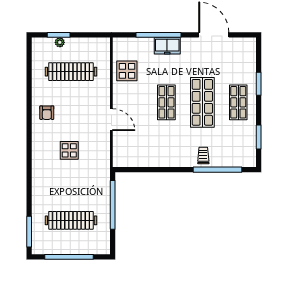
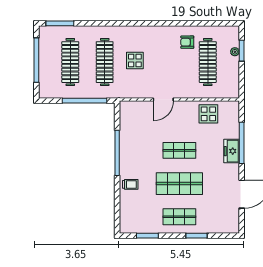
armchair: (47, 113) -> (187, 42), moved
window: (218, 170) -> (117, 153), moved
clothes rail: (71, 183) -> (105, 62), added

